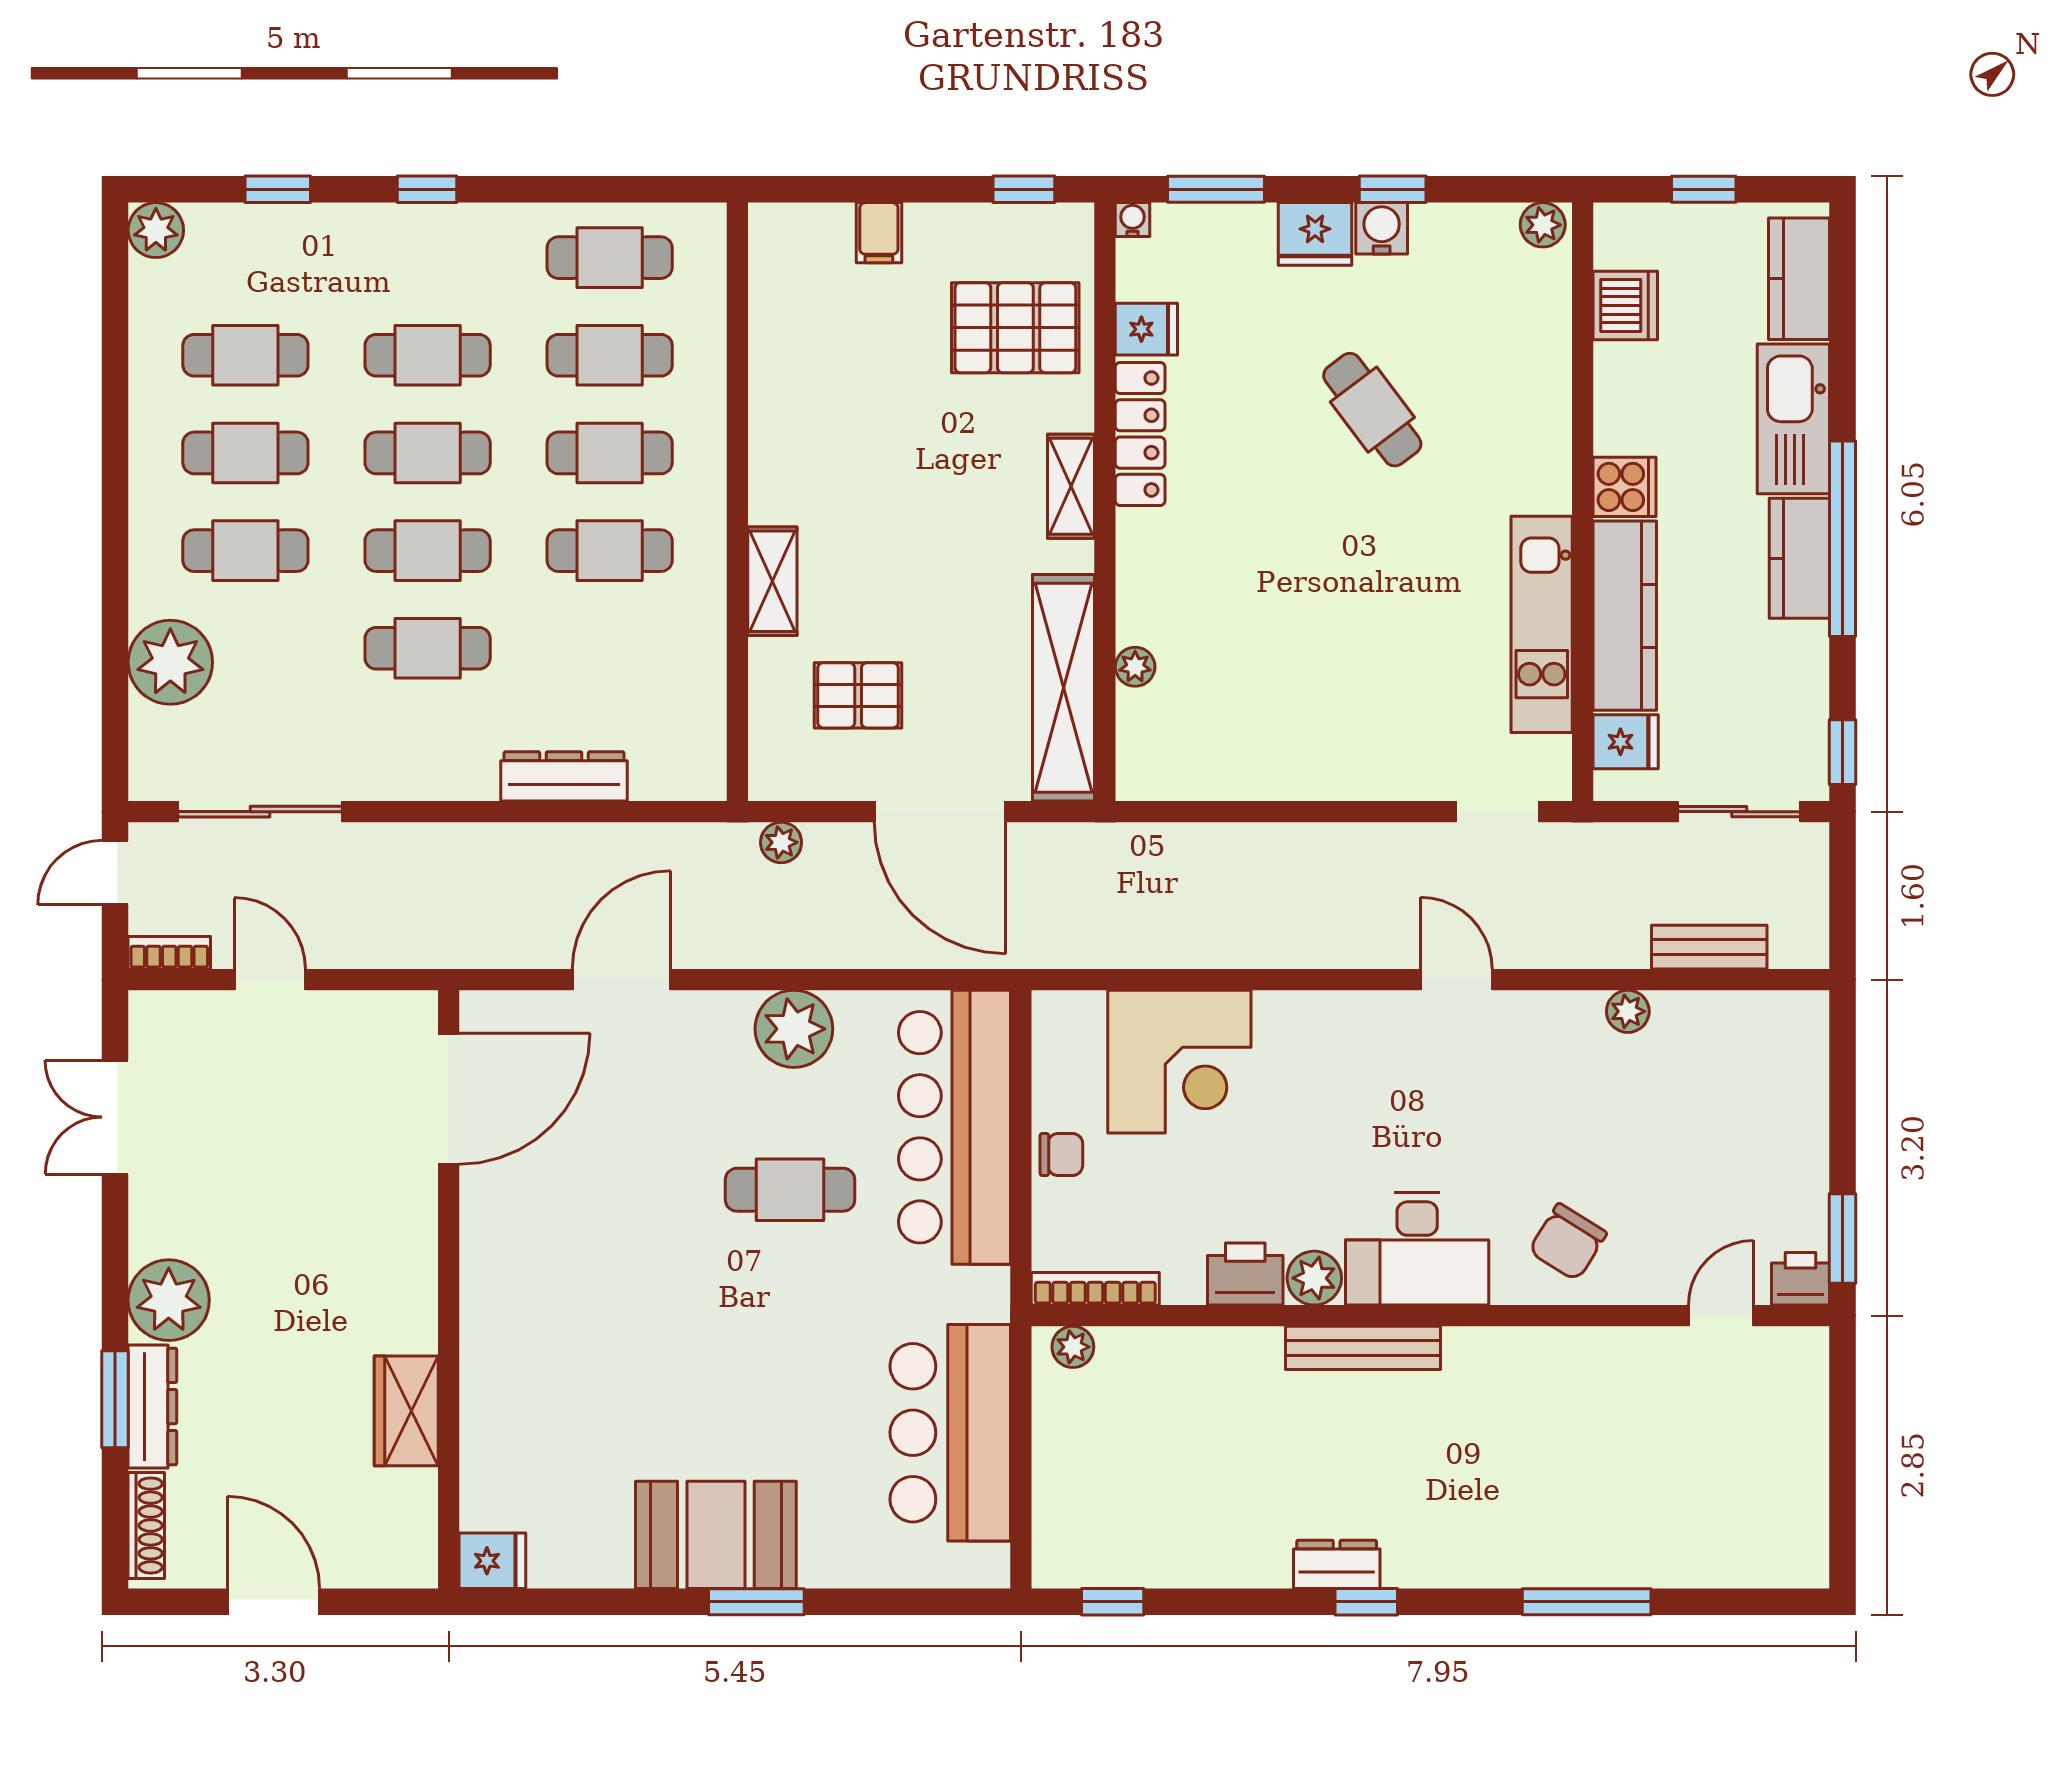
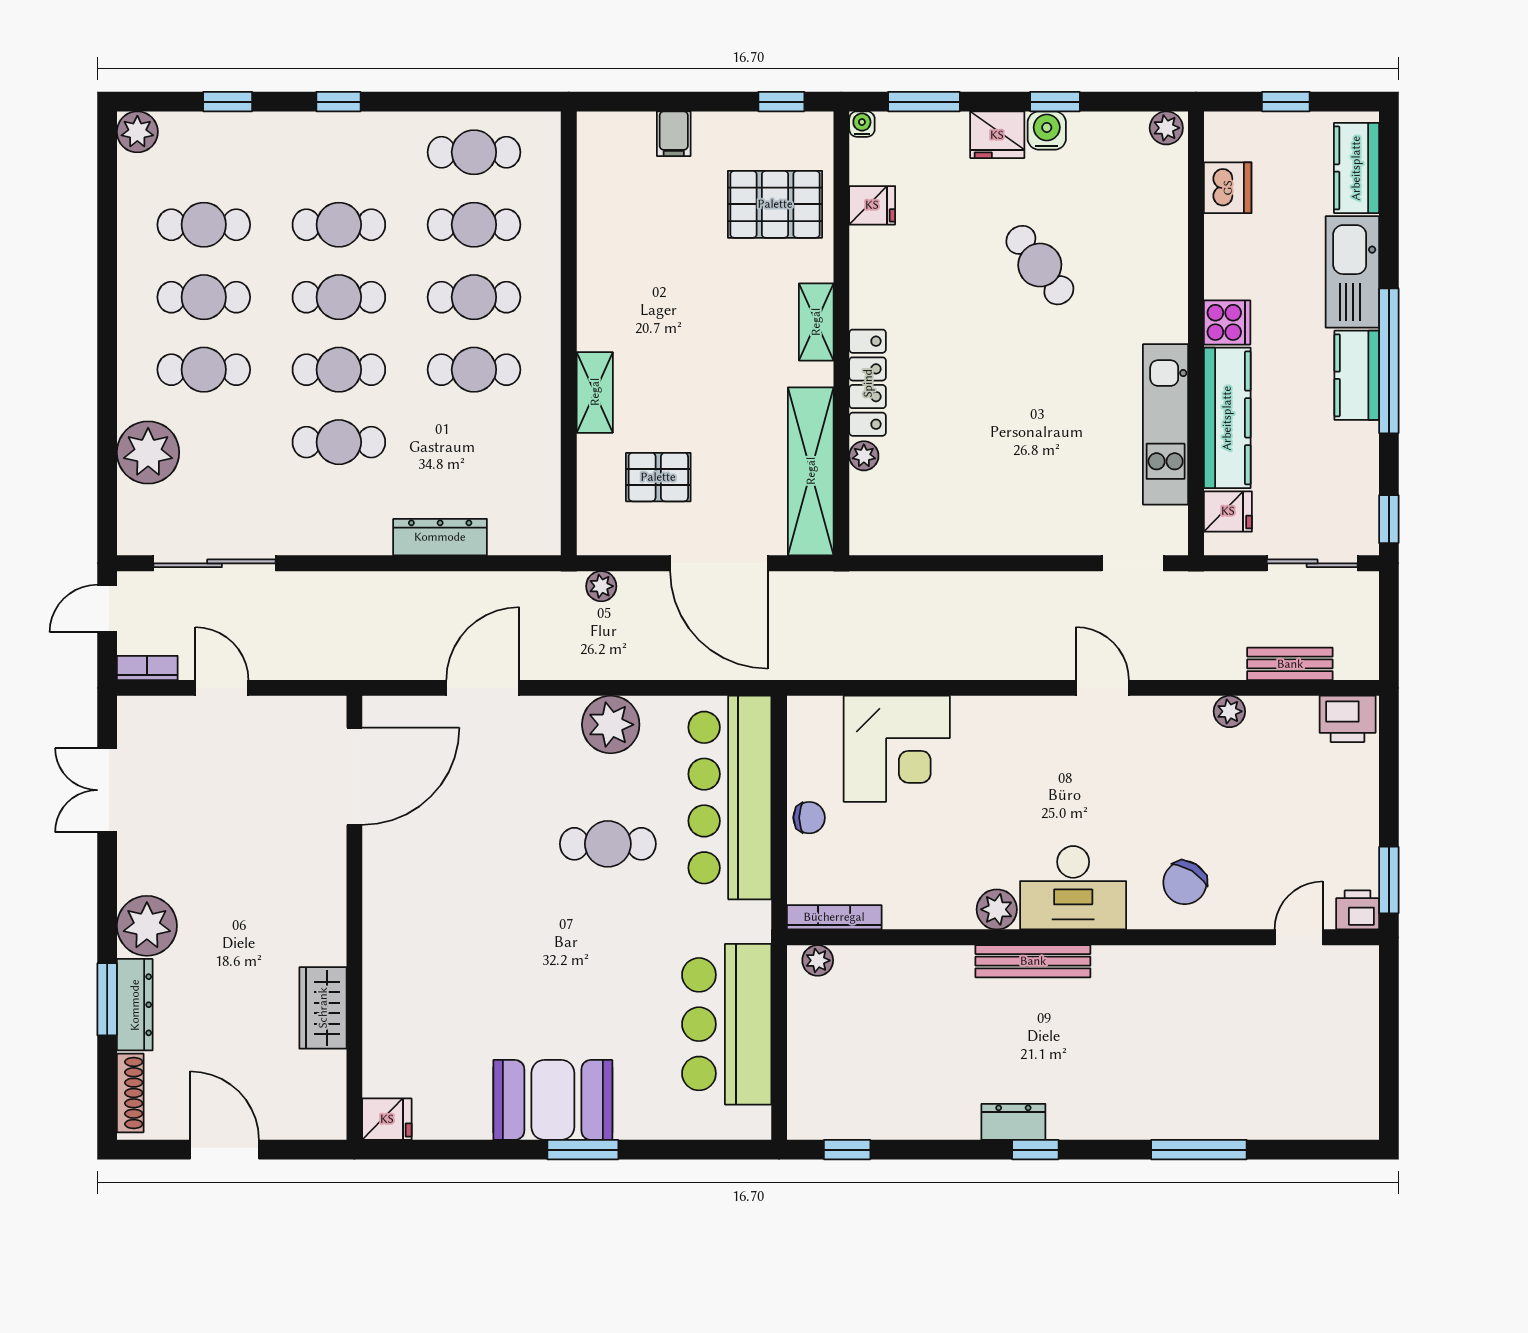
locker: (1140, 434) -> (868, 383), moved
printer: (1245, 1274) -> (1348, 719), moved, turned 180

